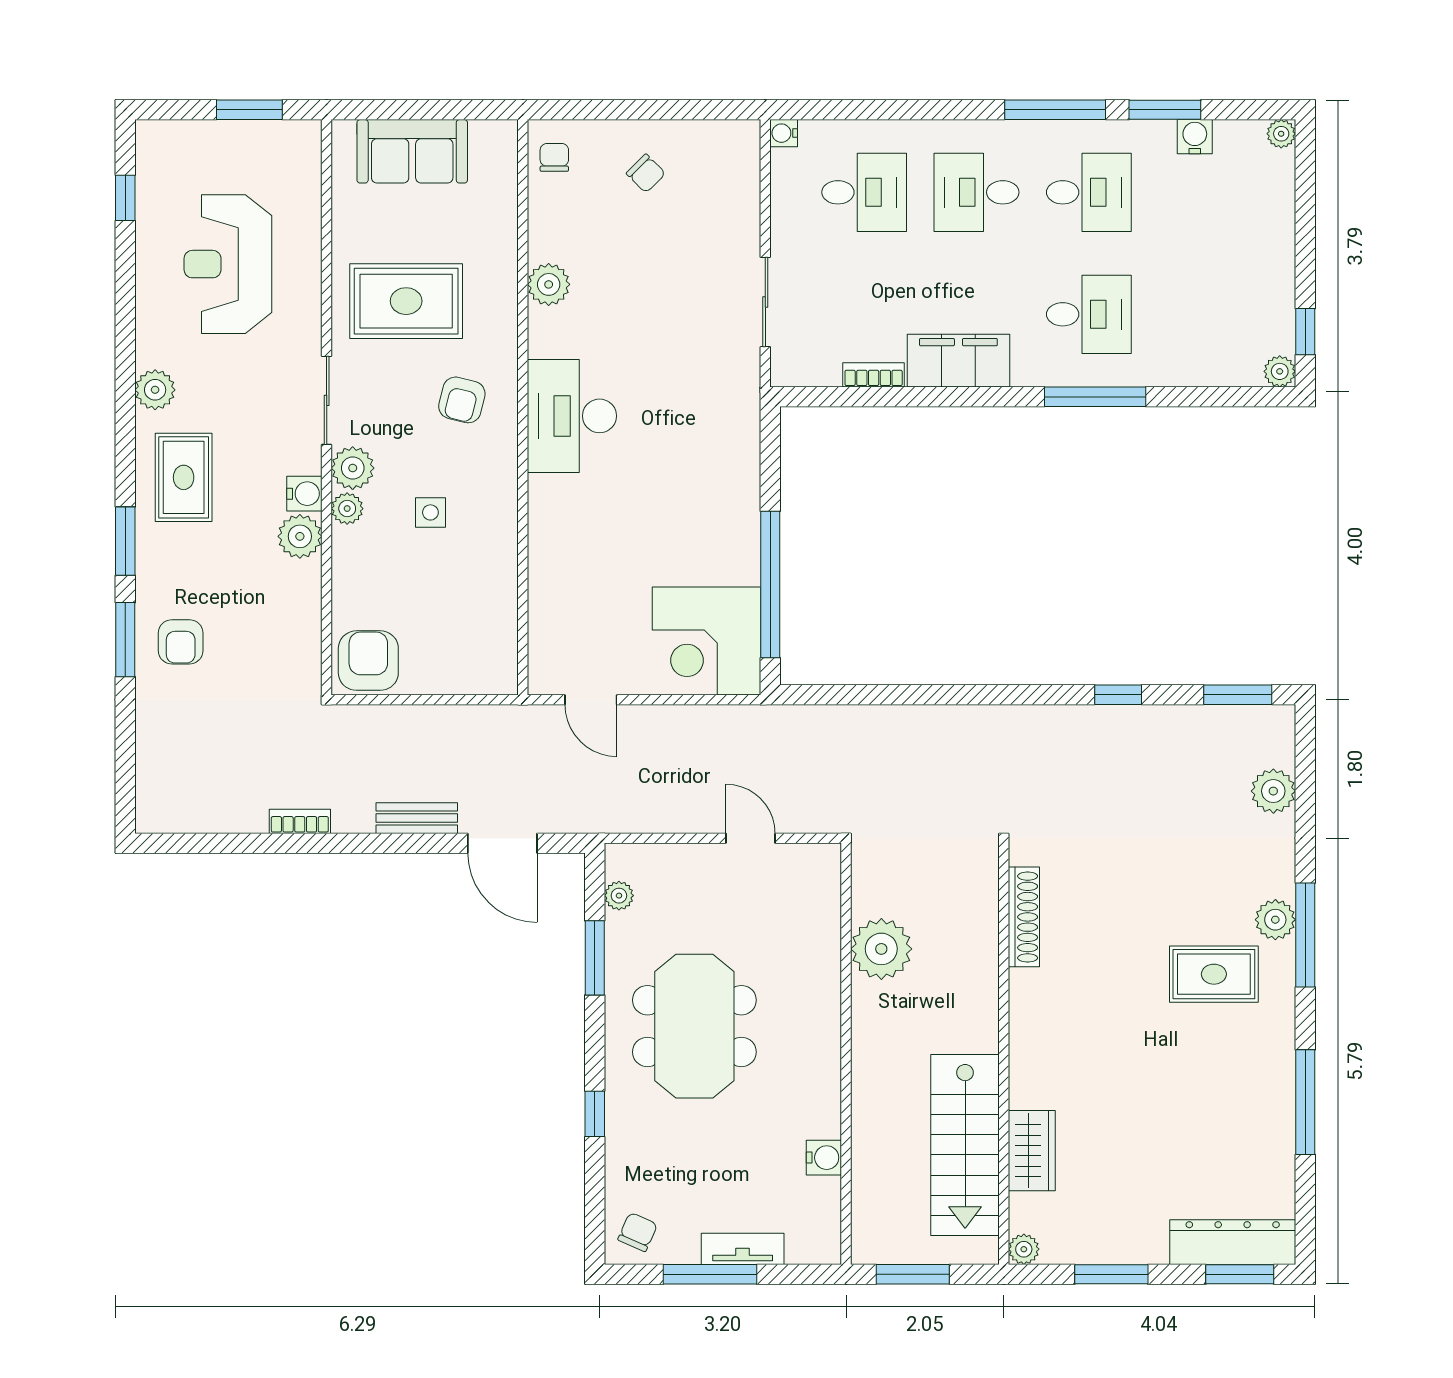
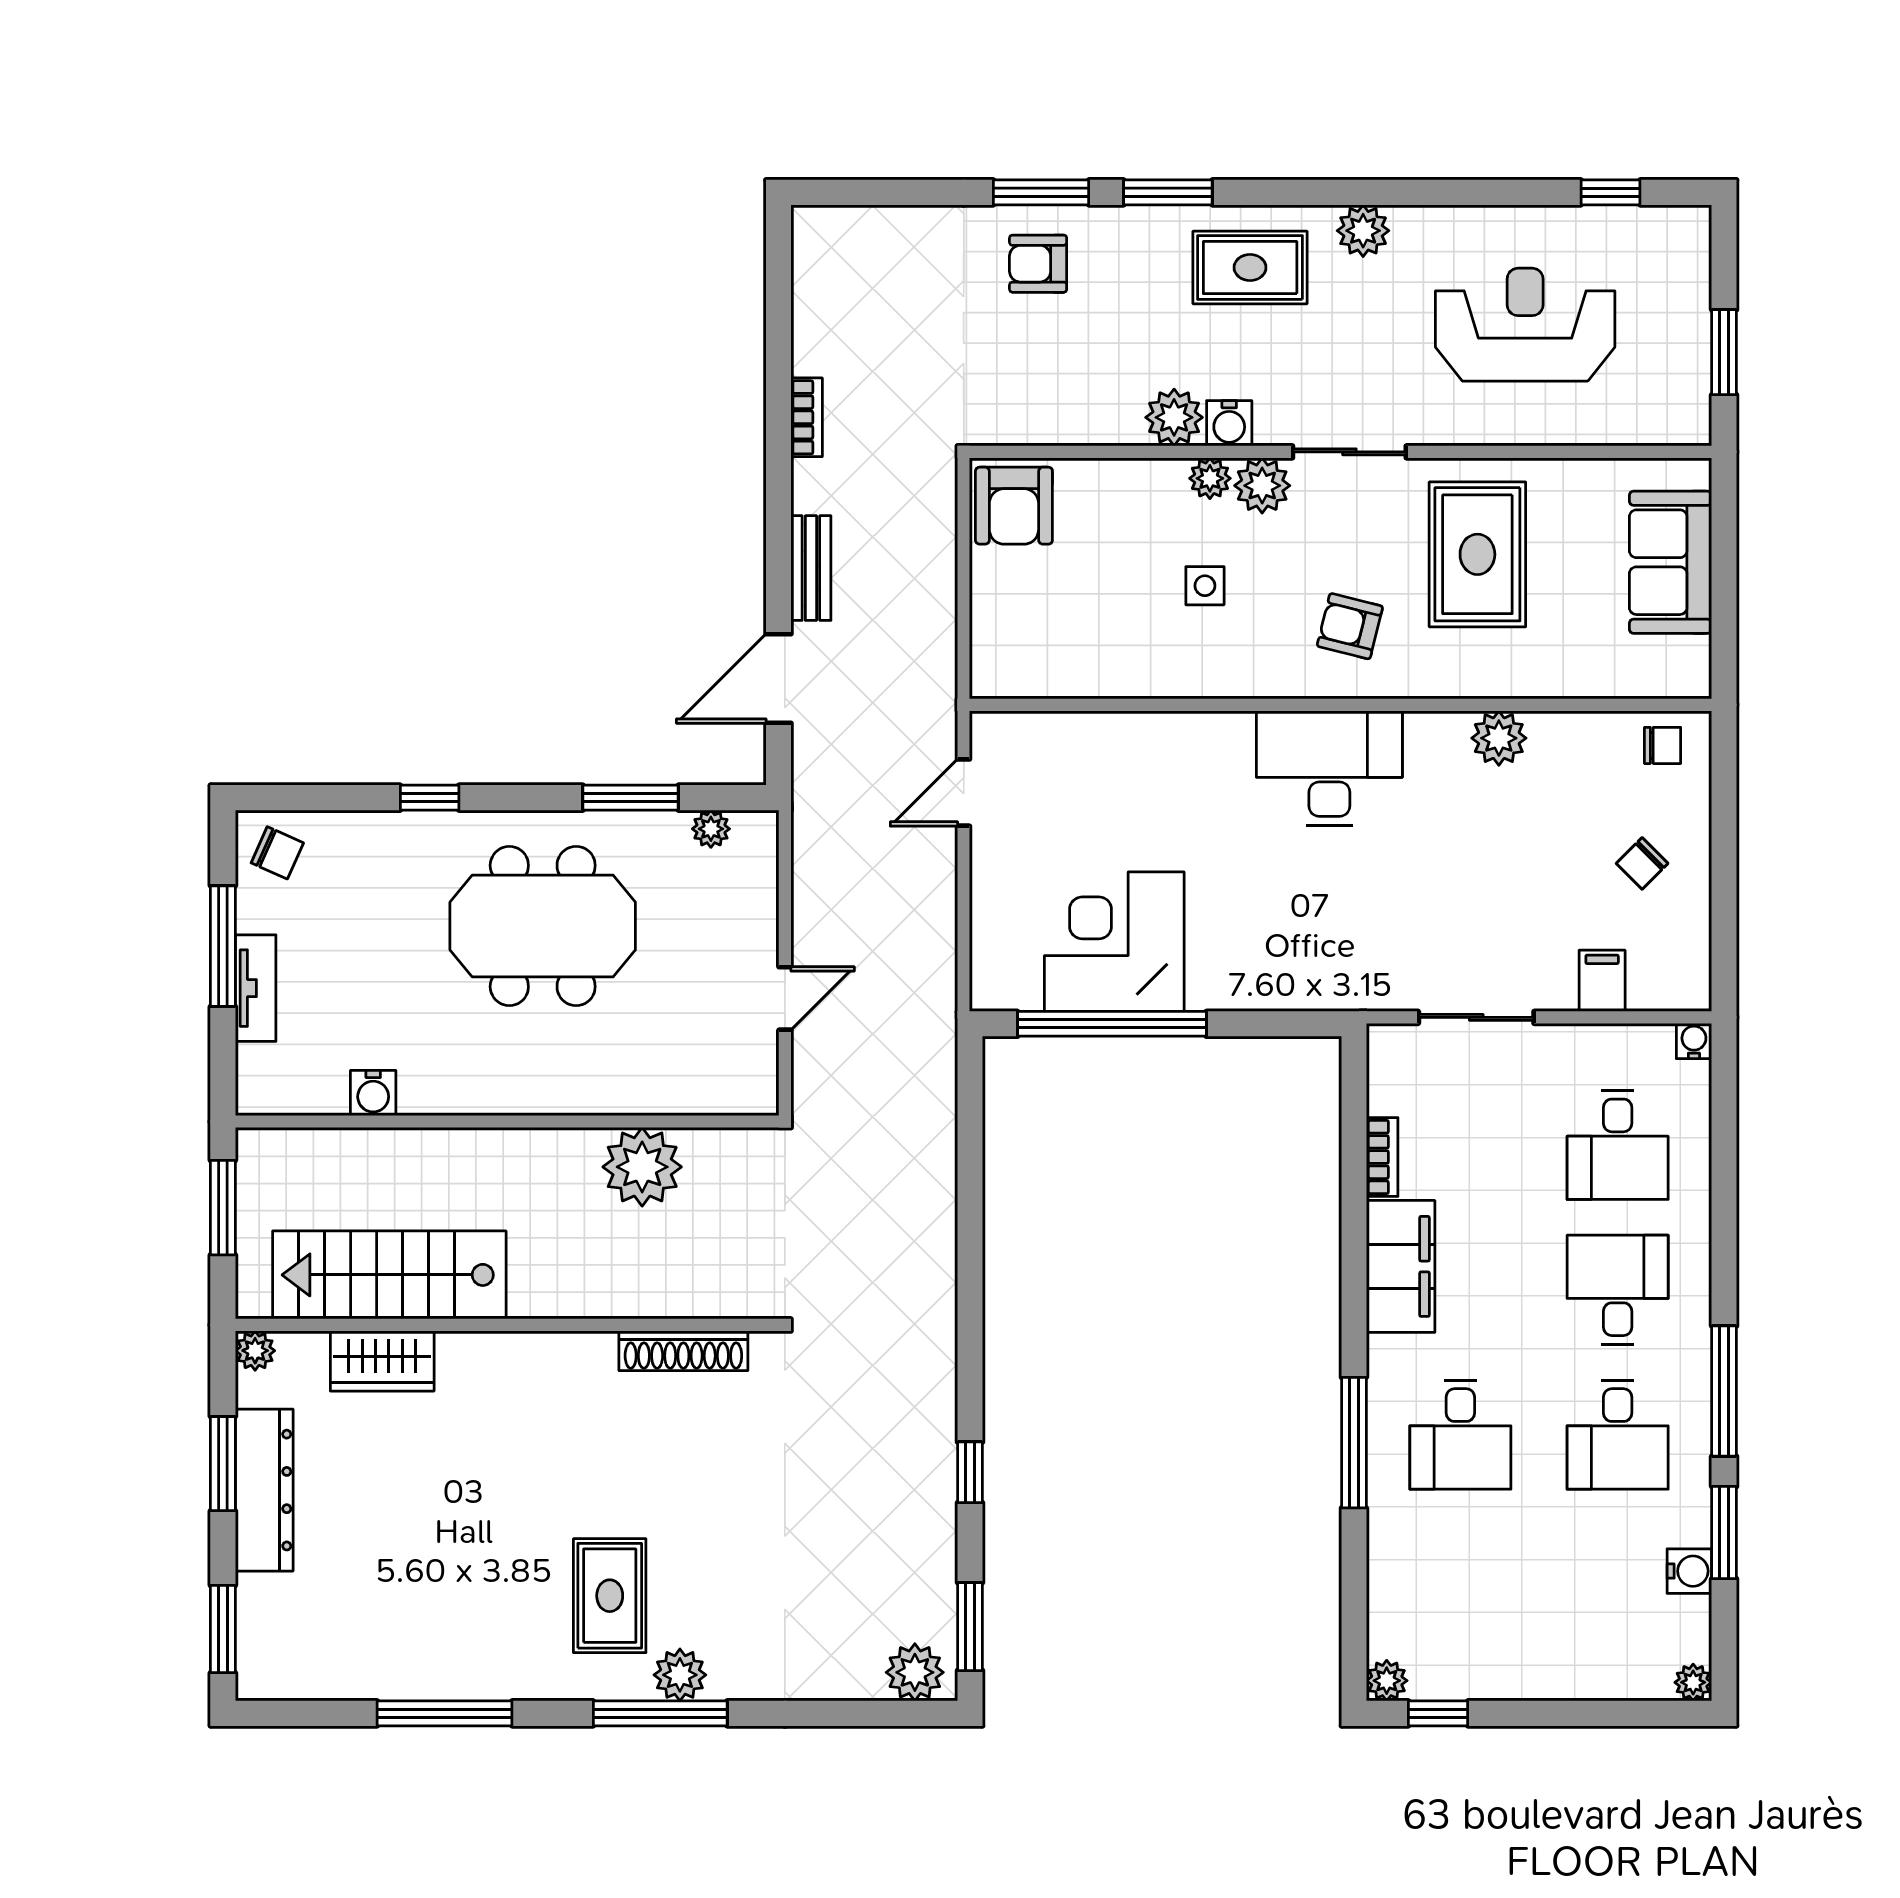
filing cabinet: (737, 204) -> (1602, 981), added
corner desk: (706, 641) -> (1114, 942), moved
armchair: (368, 661) -> (1014, 506), turned 90
plant: (1273, 791) -> (915, 1672), moved
dresser: (1233, 1242) -> (264, 1490), moved

